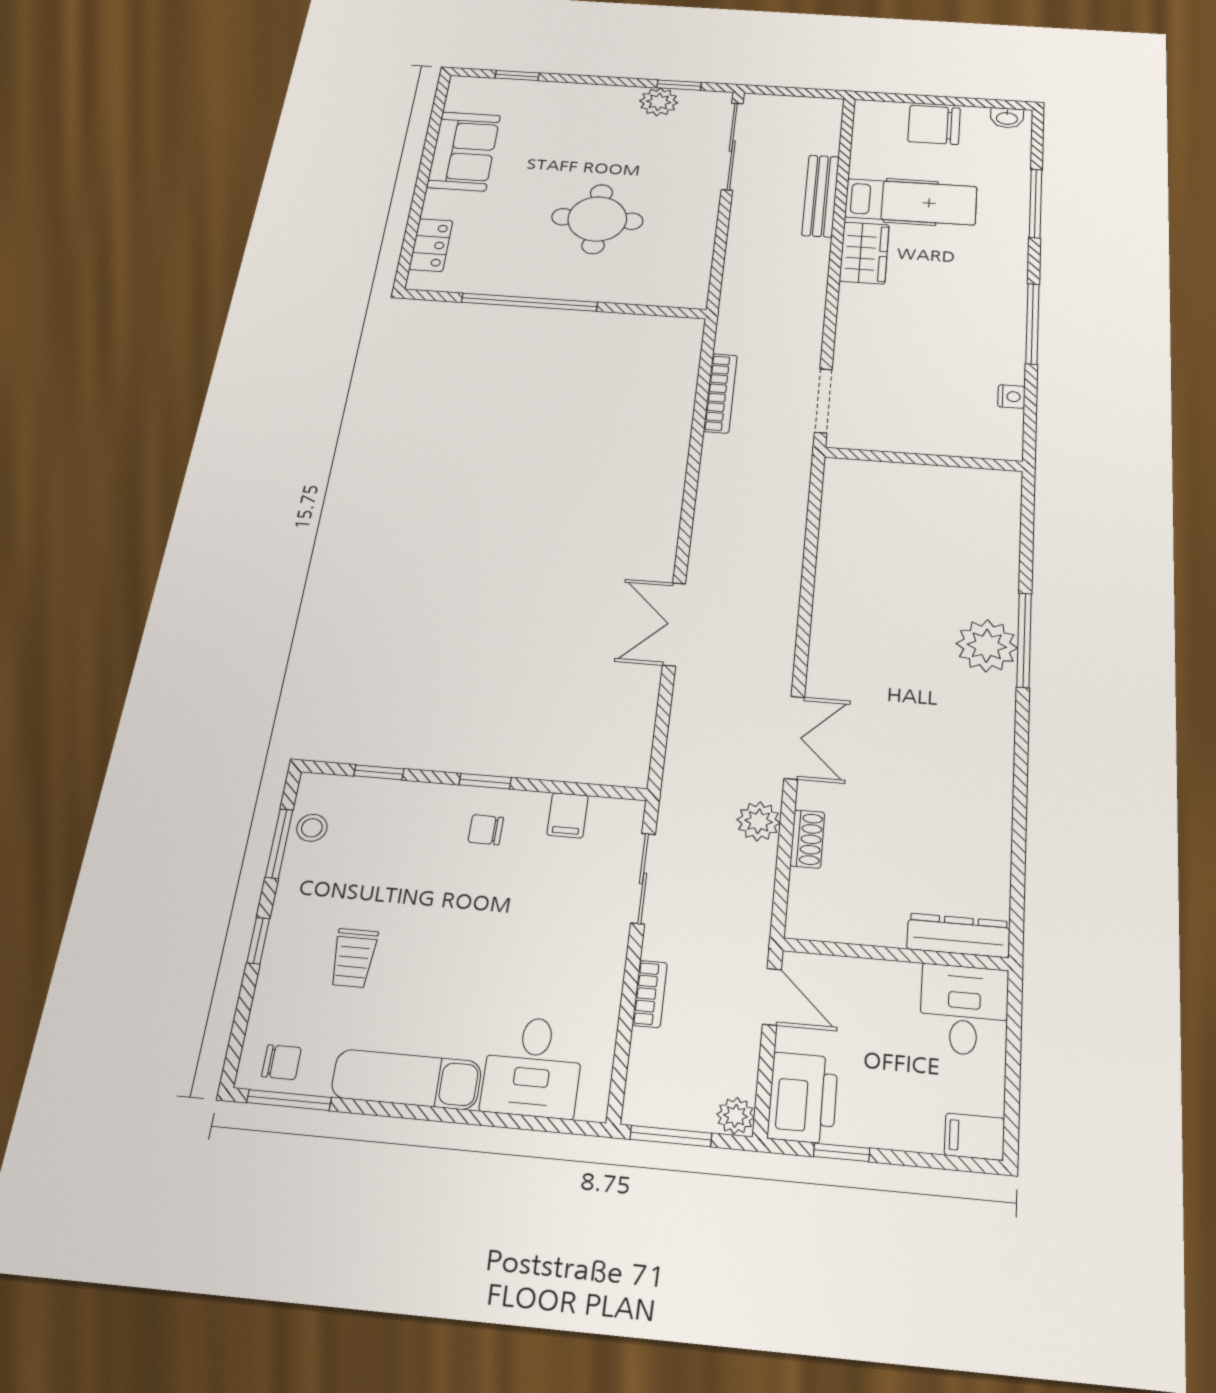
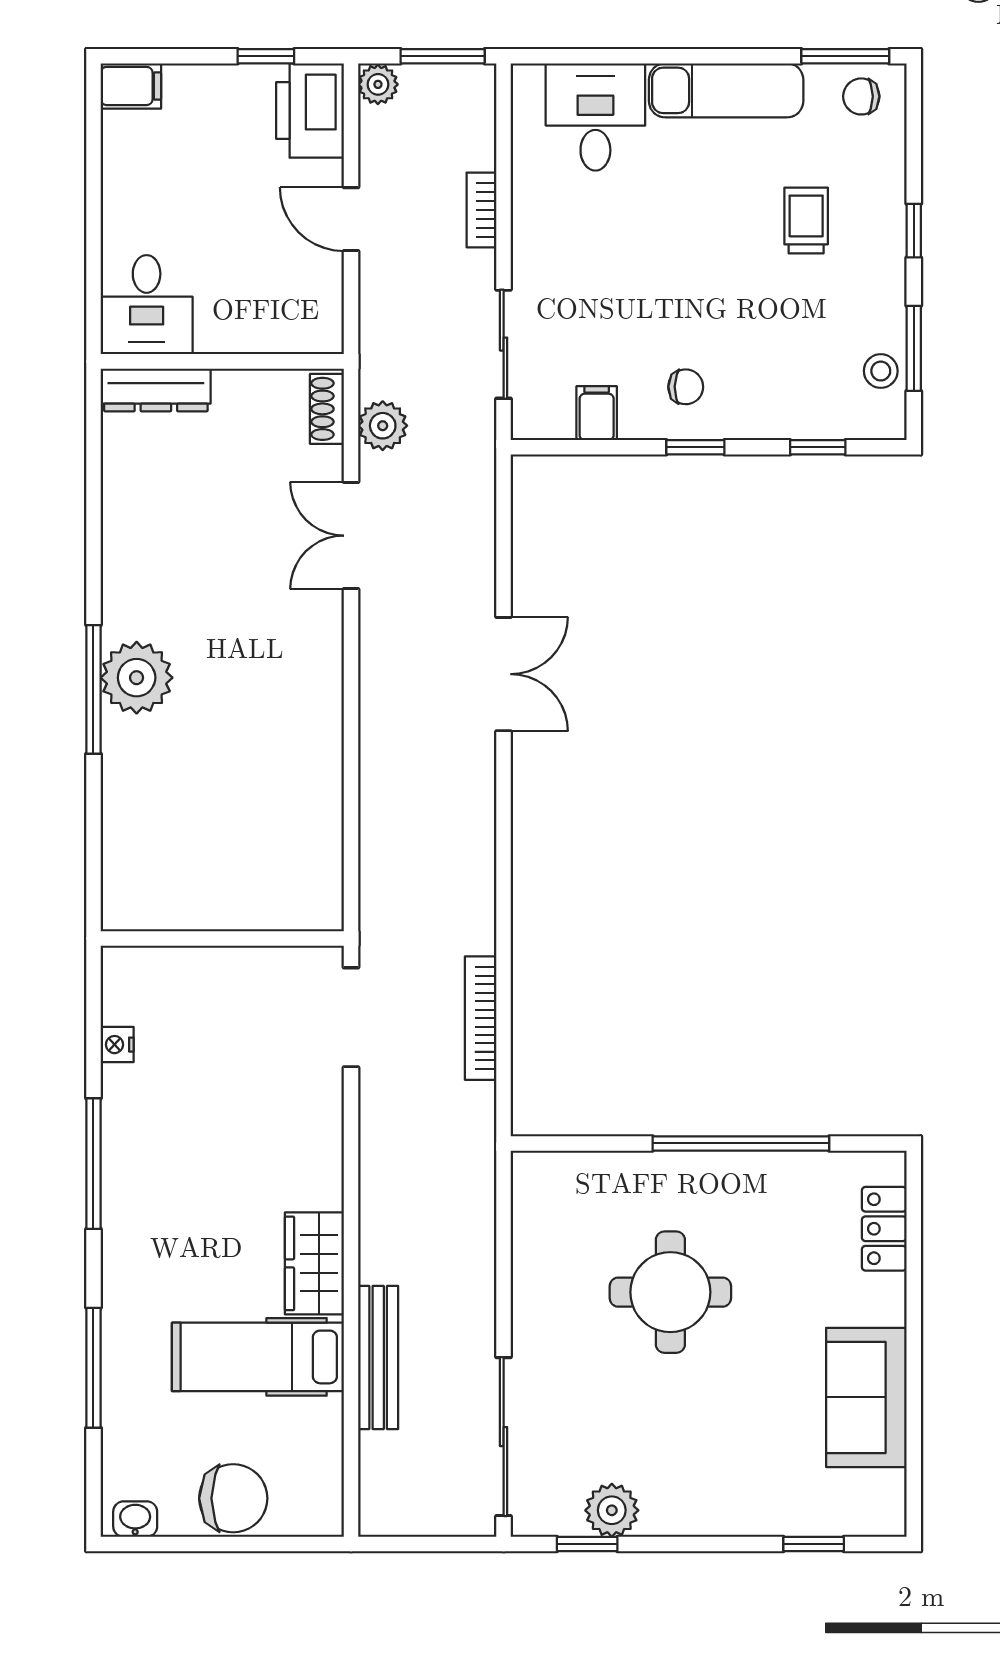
dresser: (958, 935) -> (156, 390), moved
wall: (896, 954) -> (222, 361), moved
desk: (964, 1010) -> (147, 305), moved

